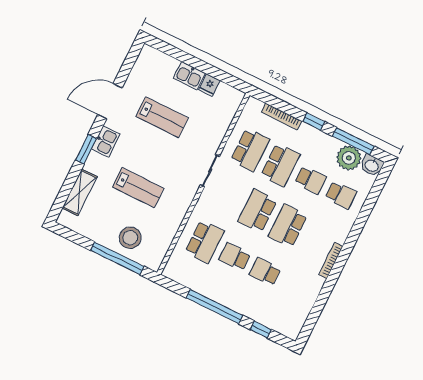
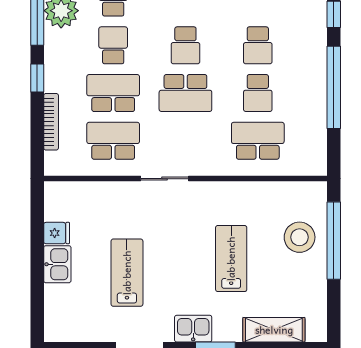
school desk: (288, 226) -> (185, 45), width x0.54

